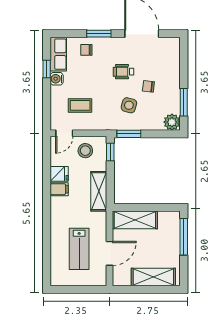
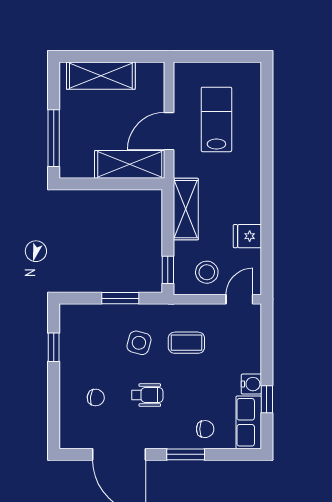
chair: (148, 86) -> (96, 398), moved
window: (184, 102) -> (54, 347), width x0.67
coffee table: (80, 105) -> (186, 343), moved
plant: (172, 122) -> (72, 317), removed
window: (129, 134) -> (120, 298), moved
filing cabinet: (59, 189) -> (248, 212), removed
door: (110, 253) -> (169, 131), moved

